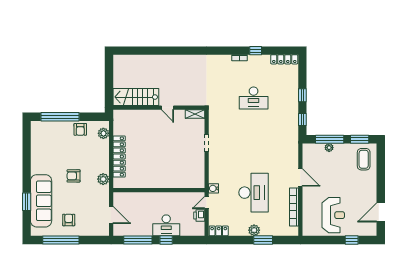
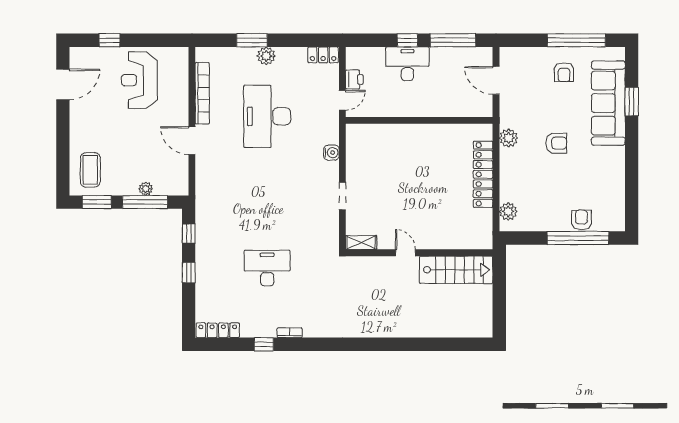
armchair: (80, 129) -> (581, 220), moved
water cooler: (214, 188) -> (331, 153), moved

